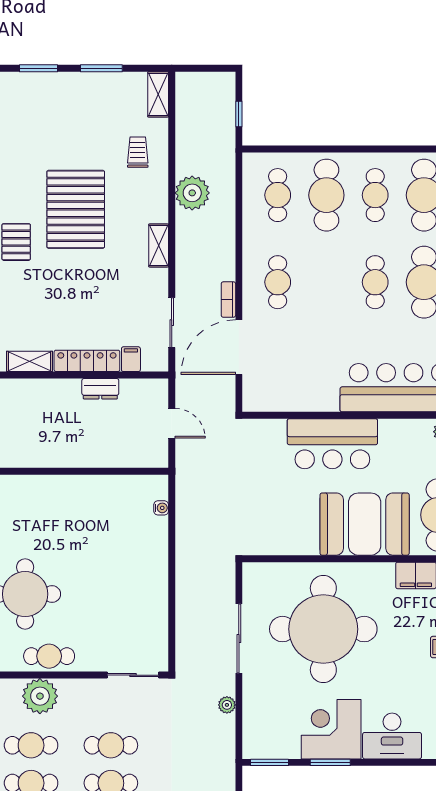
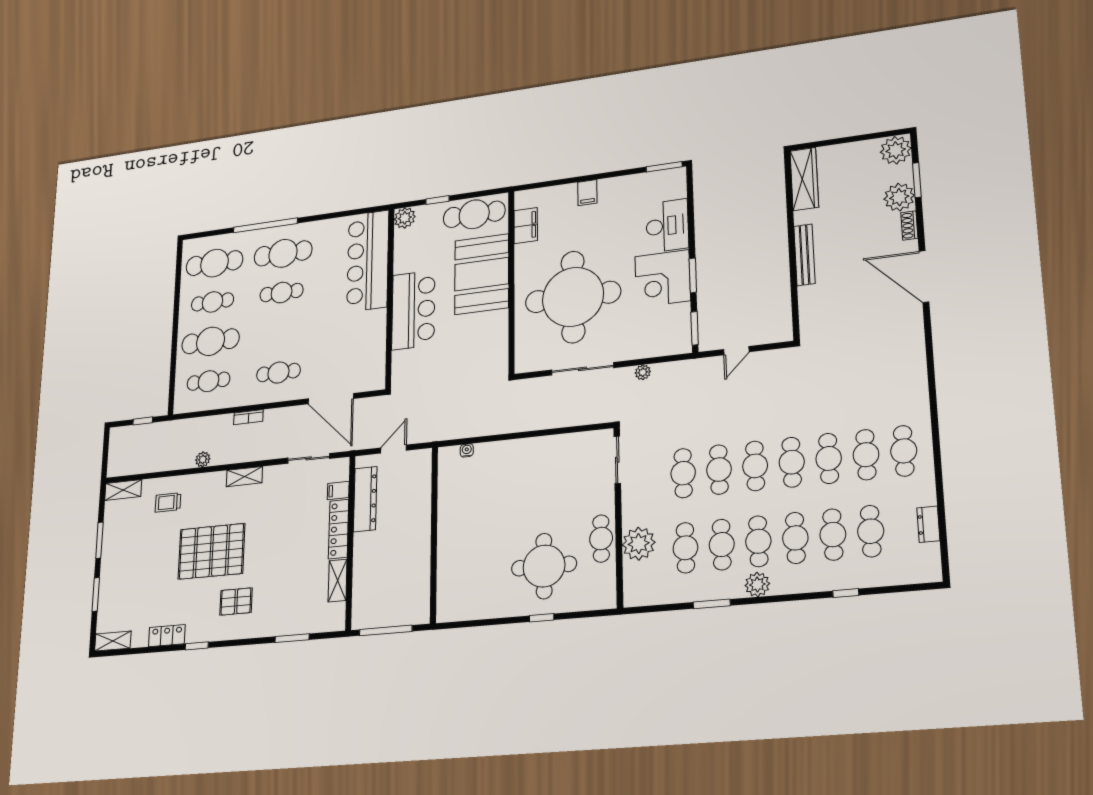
plant: (192, 193) -> (203, 459), width x0.53, depth x0.53
bookcase: (228, 300) -> (248, 417), moved
dresser: (100, 389) -> (365, 499), width x1.96, depth x1.24

